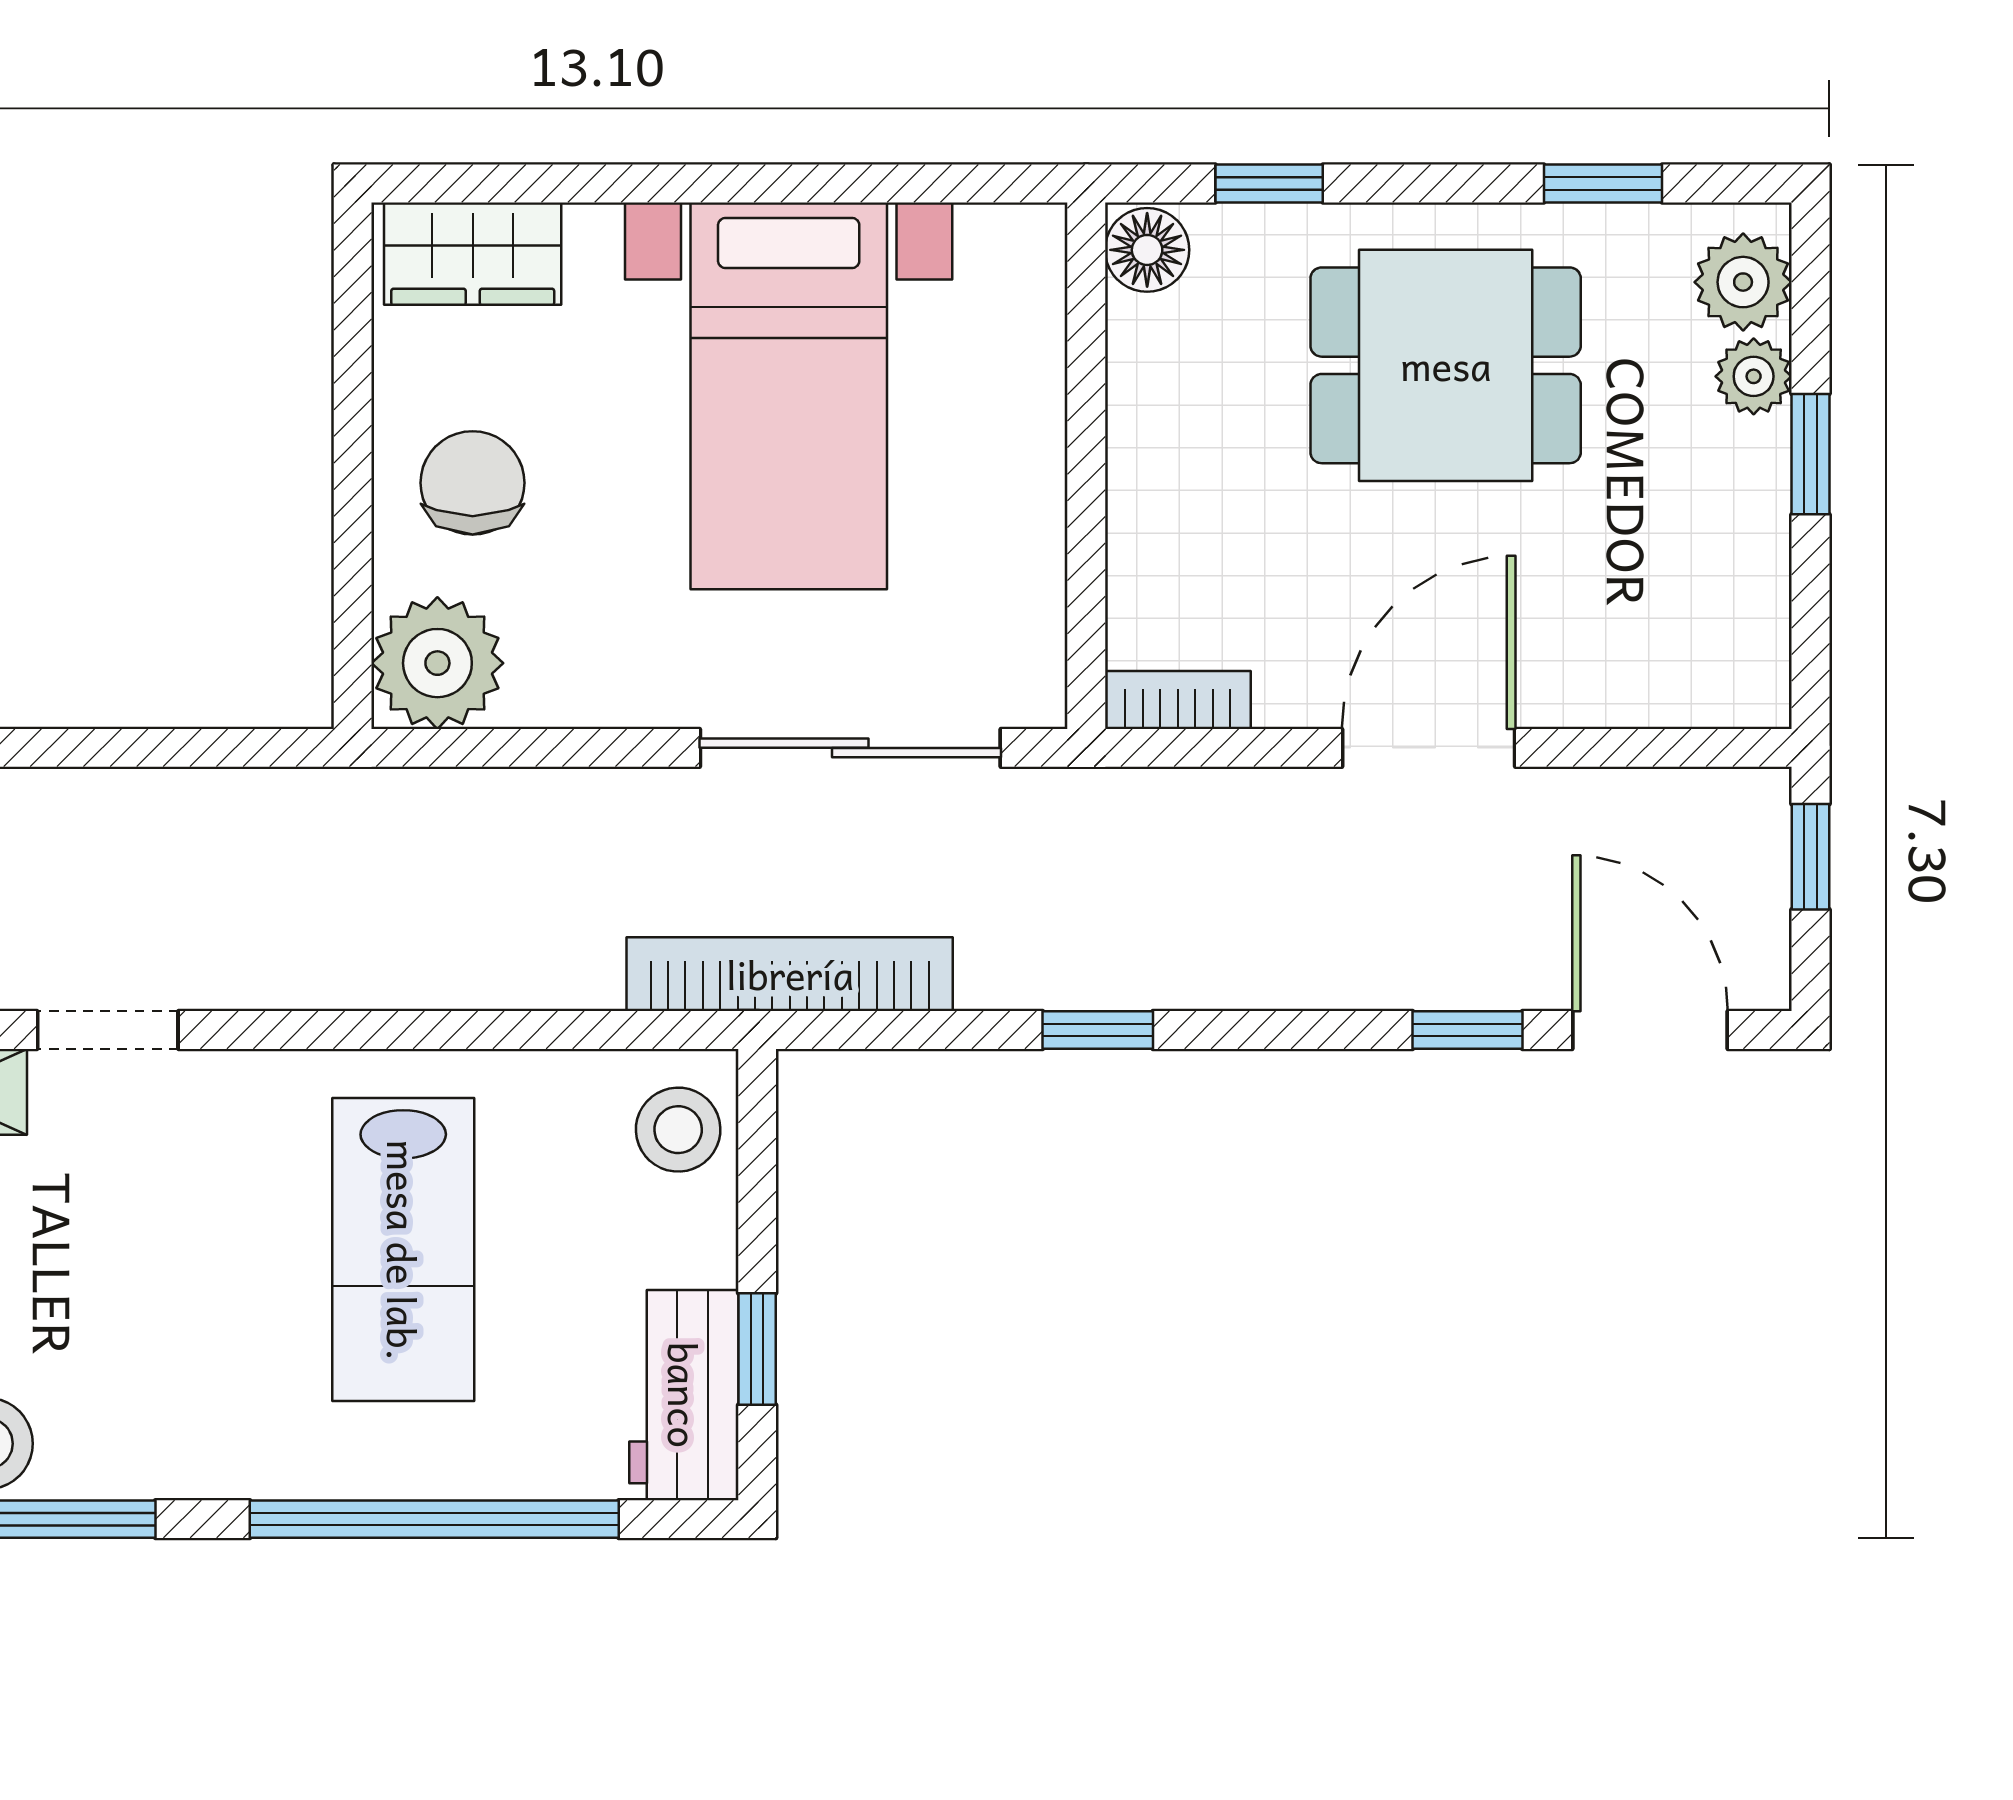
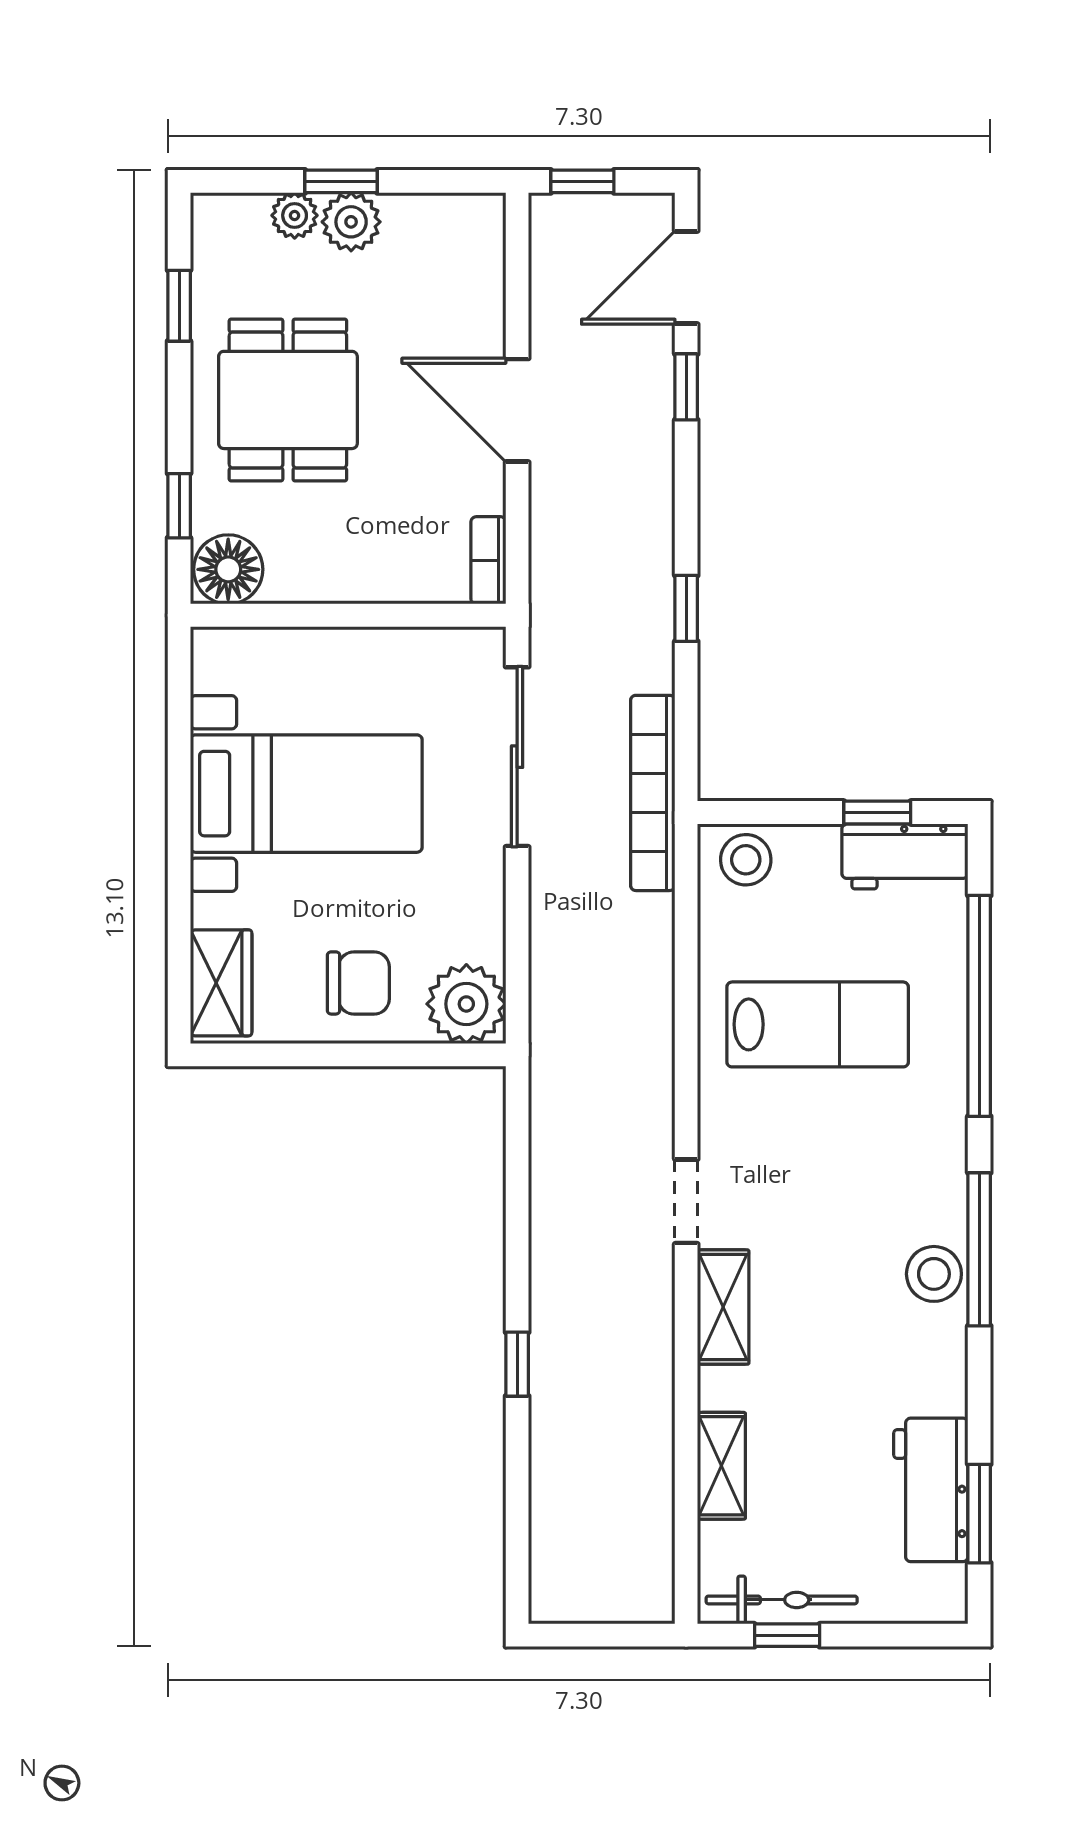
floor lamp: (1147, 250) -> (228, 569), width x1.38, depth x1.38
plant: (1743, 282) -> (351, 222), moved
chair: (473, 483) -> (358, 983), turned 180

